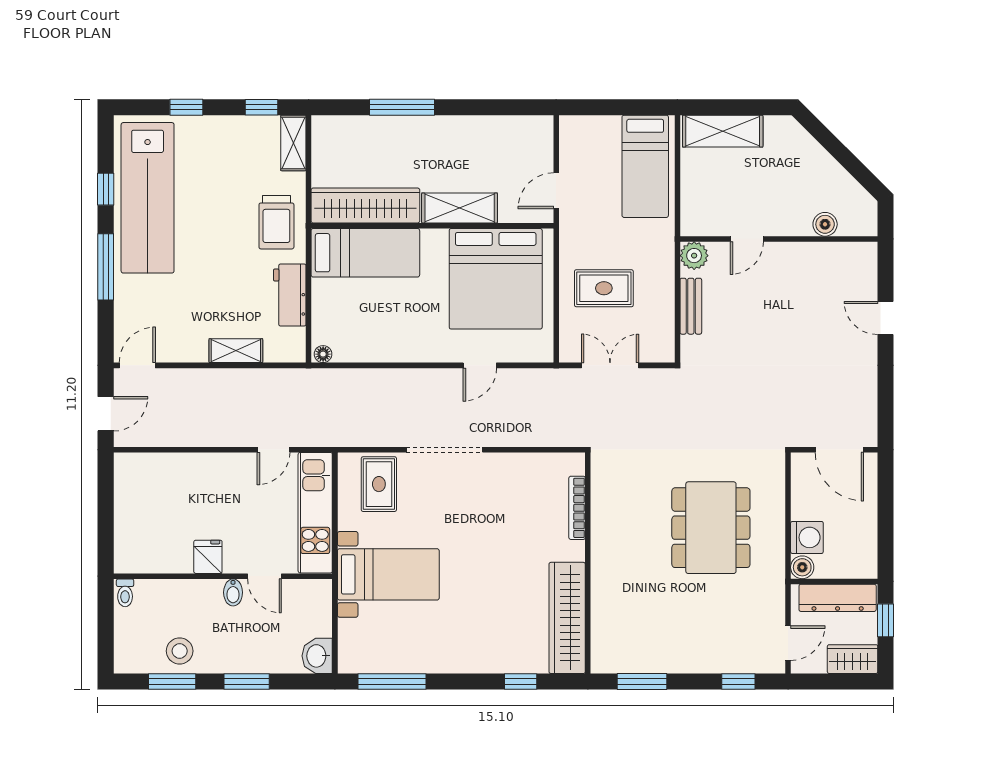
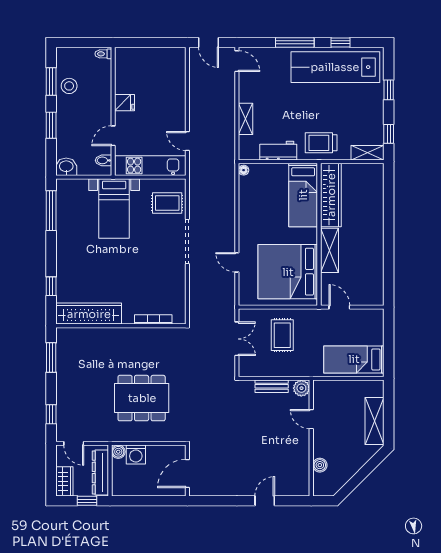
window: (402, 107) -> (389, 217), removed
shelving: (723, 131) -> (375, 421), moved
bidet: (233, 592) -> (103, 160), moved

